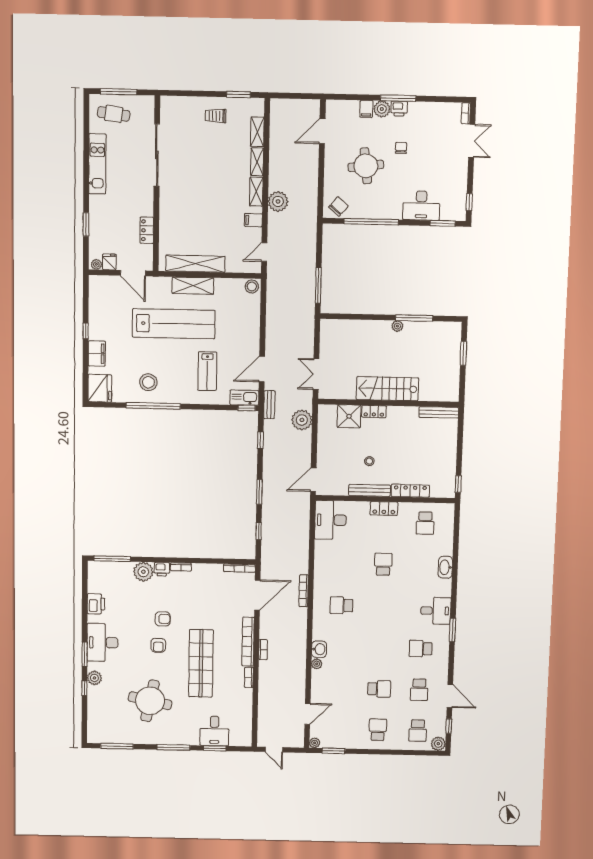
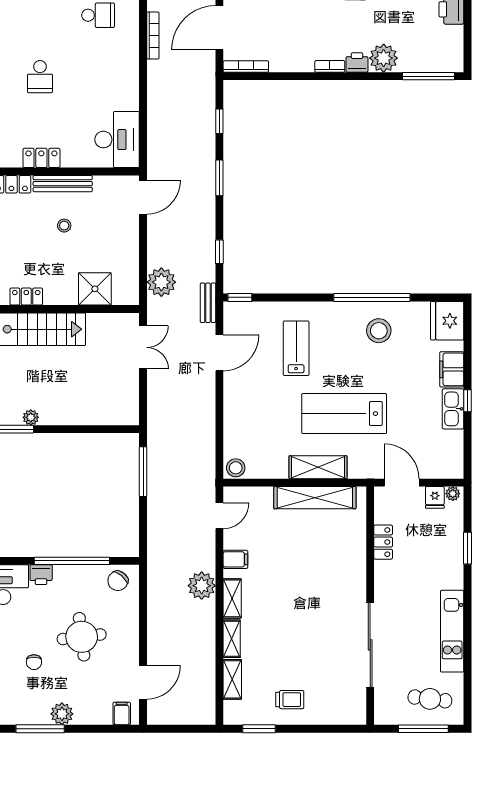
filing cabinet: (366, 109) -> (122, 714), moved
printer: (399, 109) -> (41, 575), moved, turned 180
lab bench: (174, 324) -> (344, 414), width x0.73
kitchen sink: (244, 398) -> (453, 409), moved, turned 90
locker: (374, 411) -> (26, 296), moved

